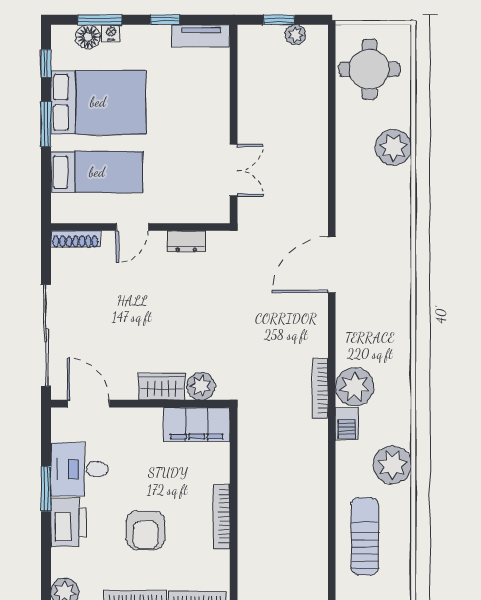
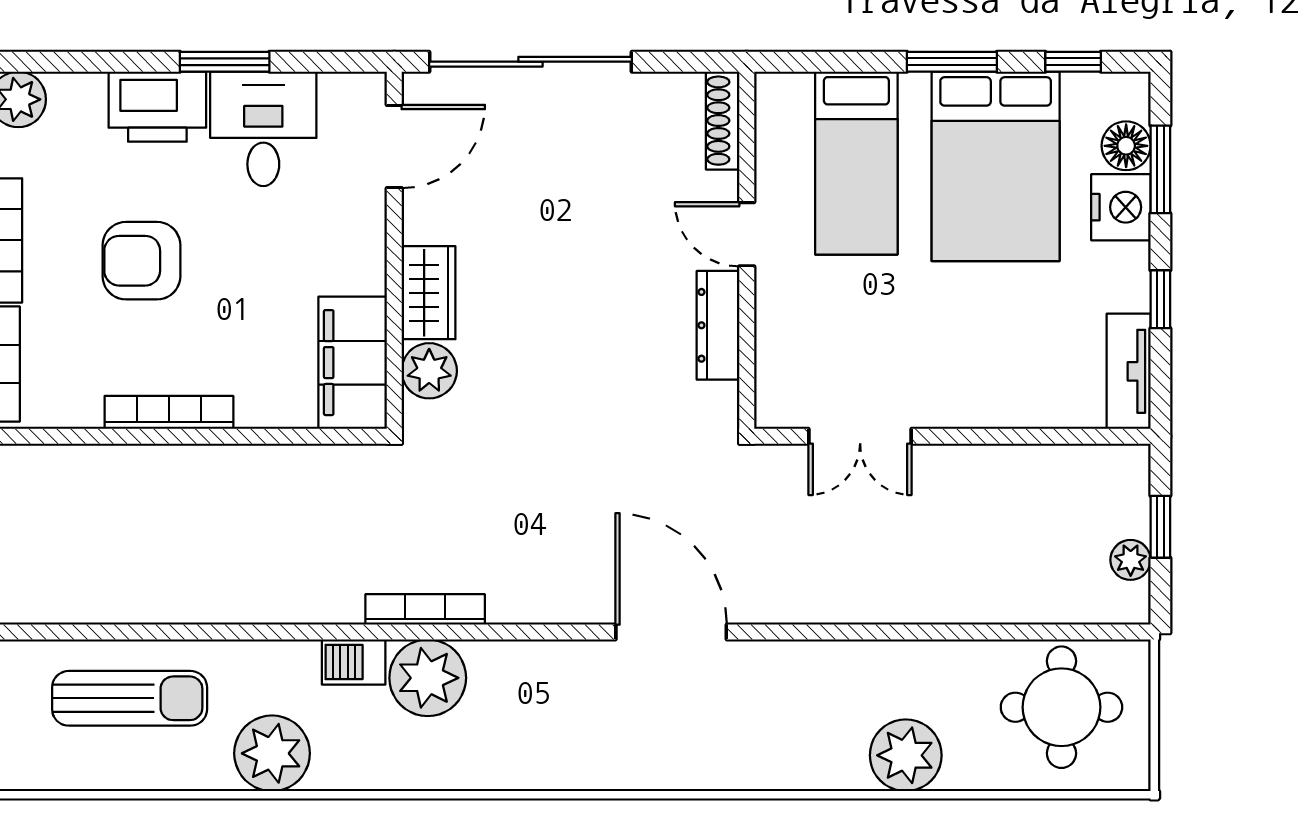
nightstand: (111, 33) -> (1121, 207), width x1.89, depth x1.79
dresser: (186, 241) -> (718, 325), width x1.44

